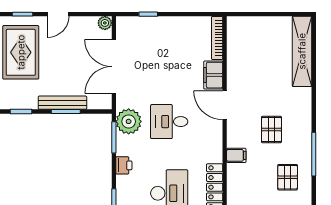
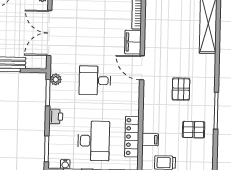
plant: (129, 121) -> (56, 79), width x0.53, depth x0.53
filing cabinet: (236, 155) -> (150, 140), moved
pallet: (288, 177) -> (194, 130), turned 90

